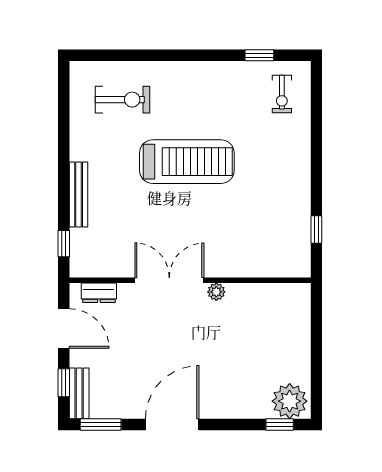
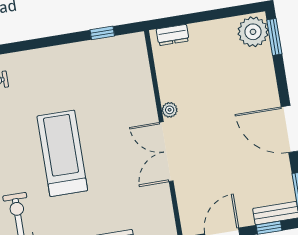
dresser: (99, 293) -> (173, 35), moved, turned 90
window: (280, 424) -> (274, 37), width x1.50

